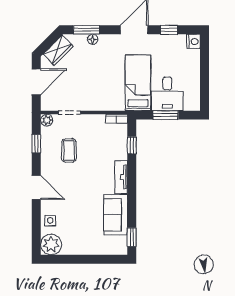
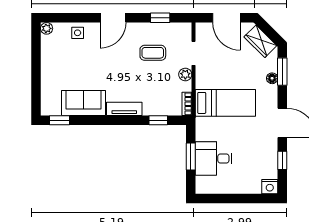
bed: (138, 83) -> (225, 103), moved
plant: (47, 120) -> (185, 74), moved
plant: (51, 244) -> (47, 28), width x0.53, depth x0.53

